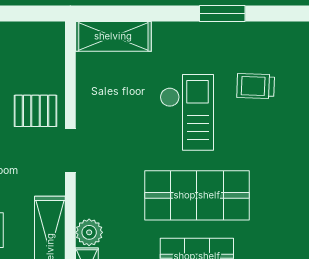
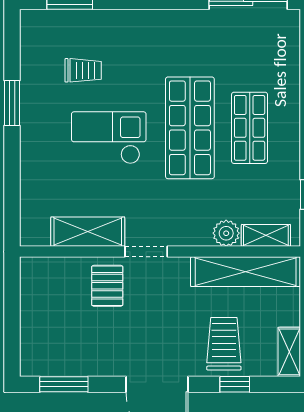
shelving: (113, 36) -> (88, 232), moved, turned 90
trolley: (256, 86) -> (83, 70), turned -92

